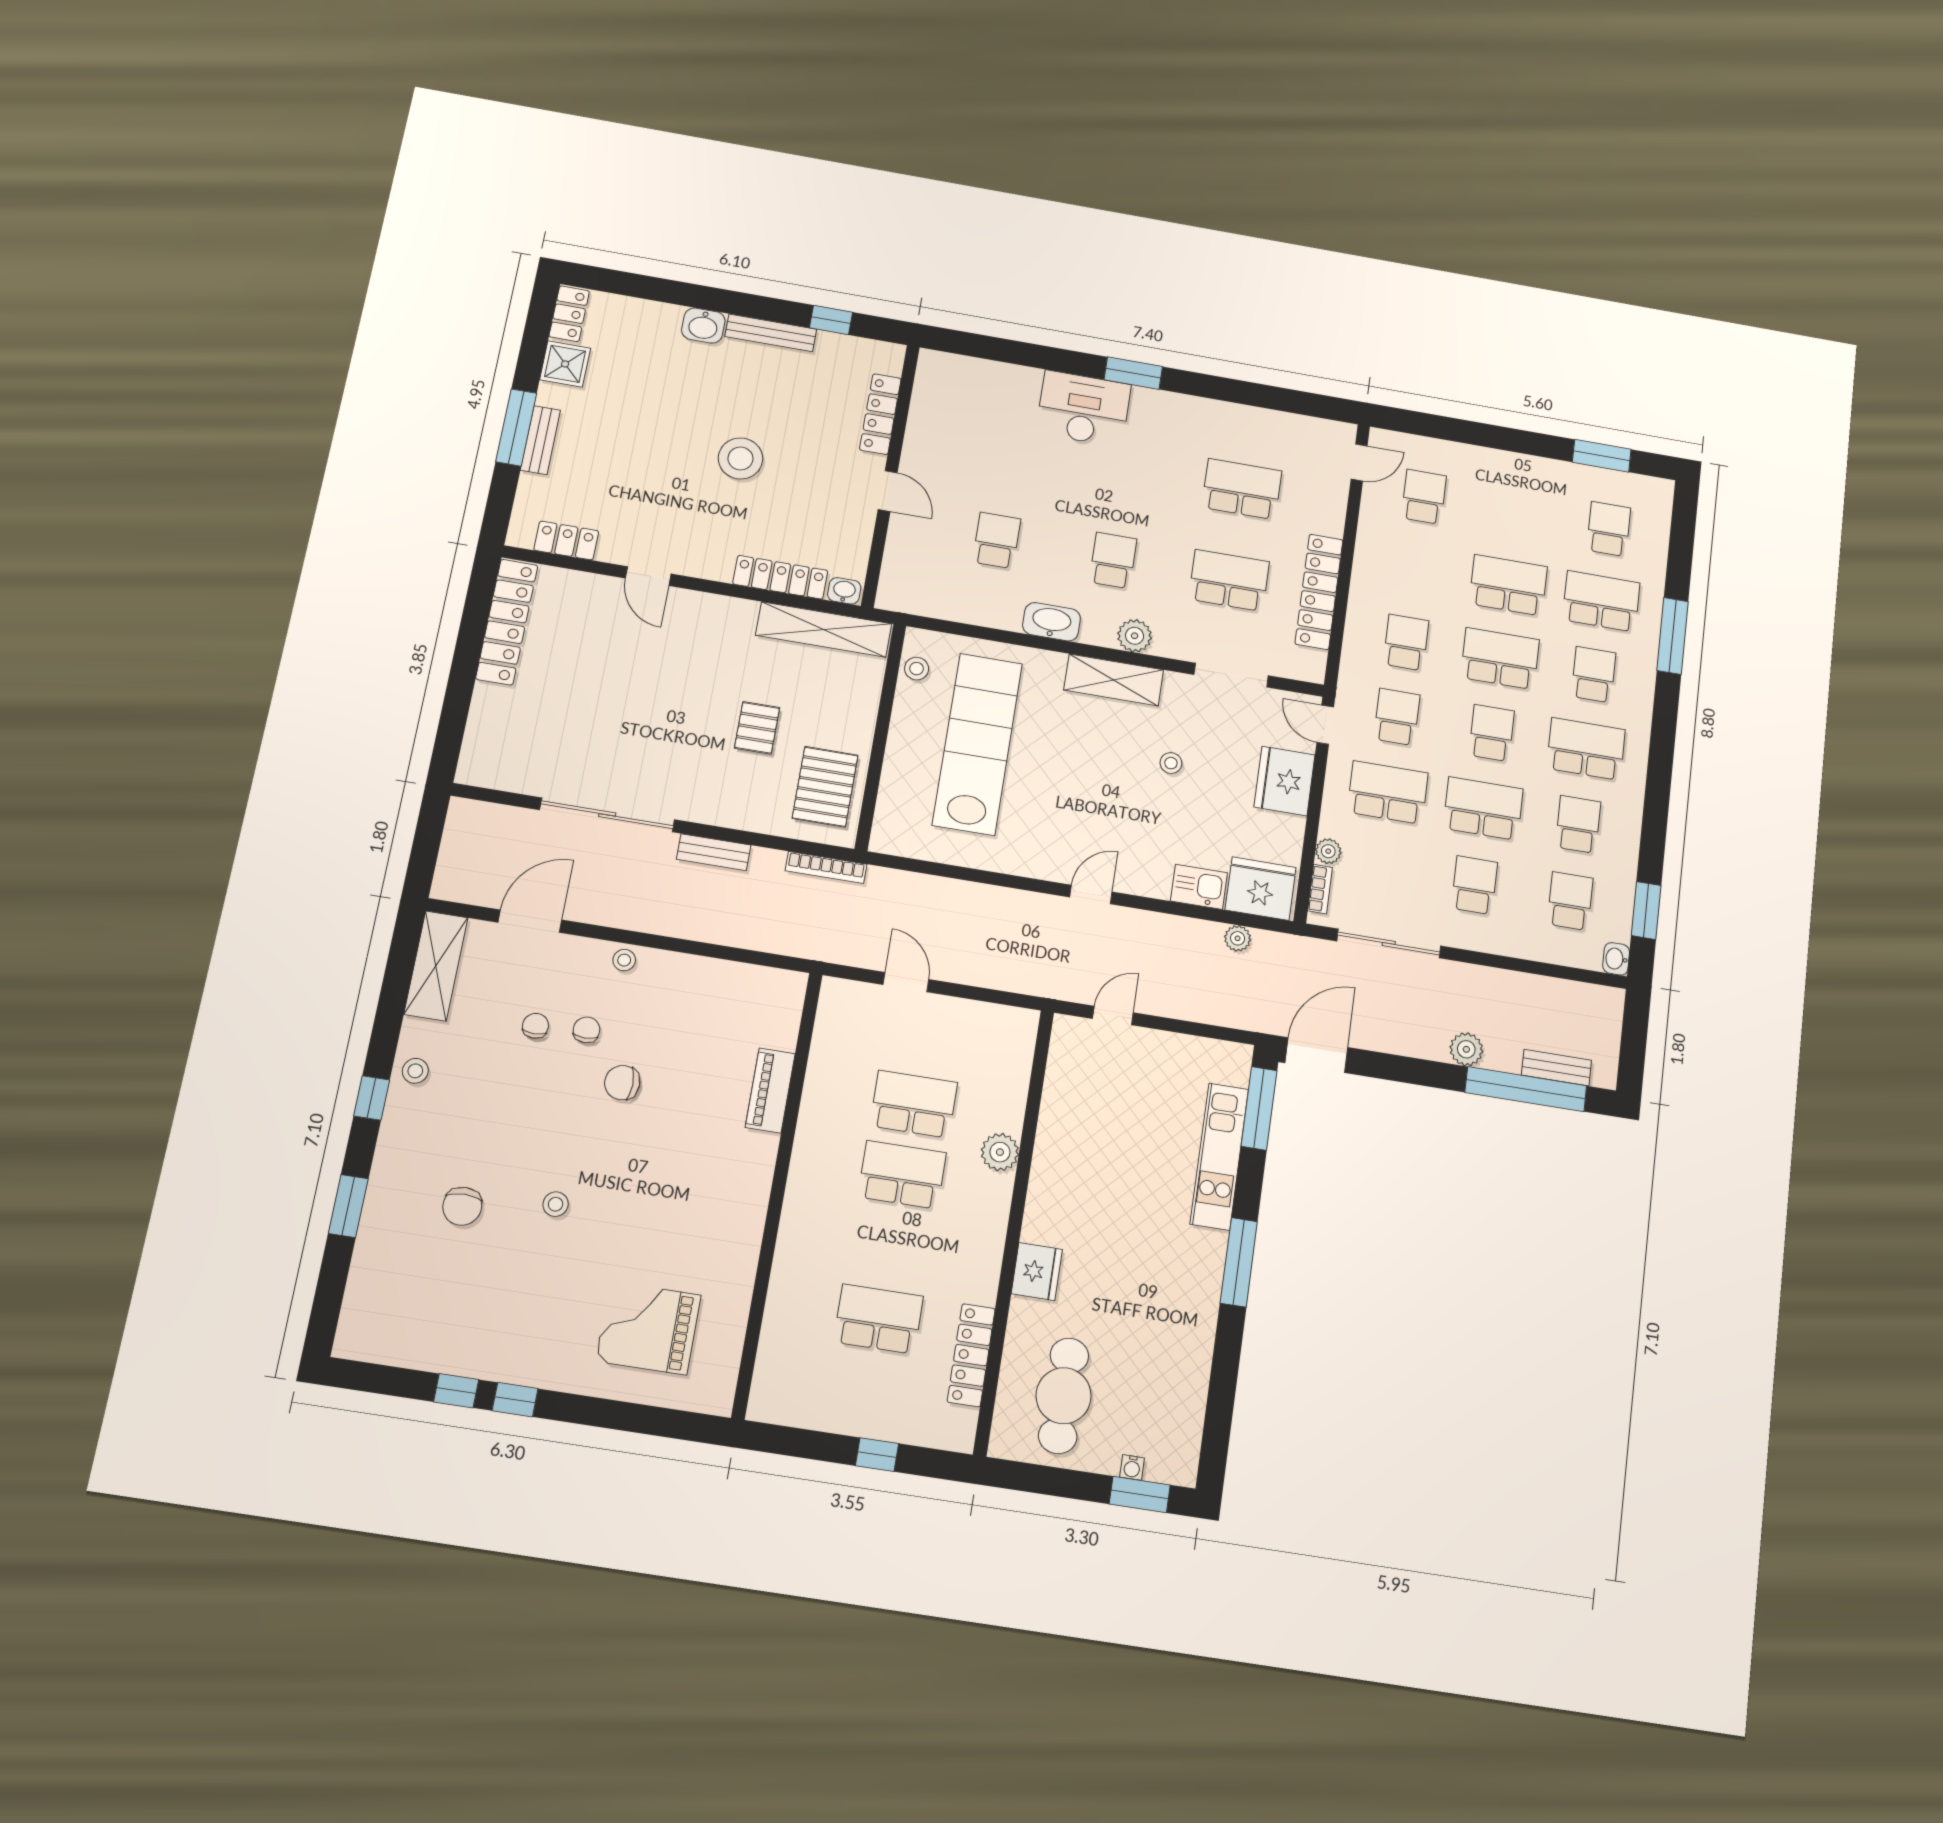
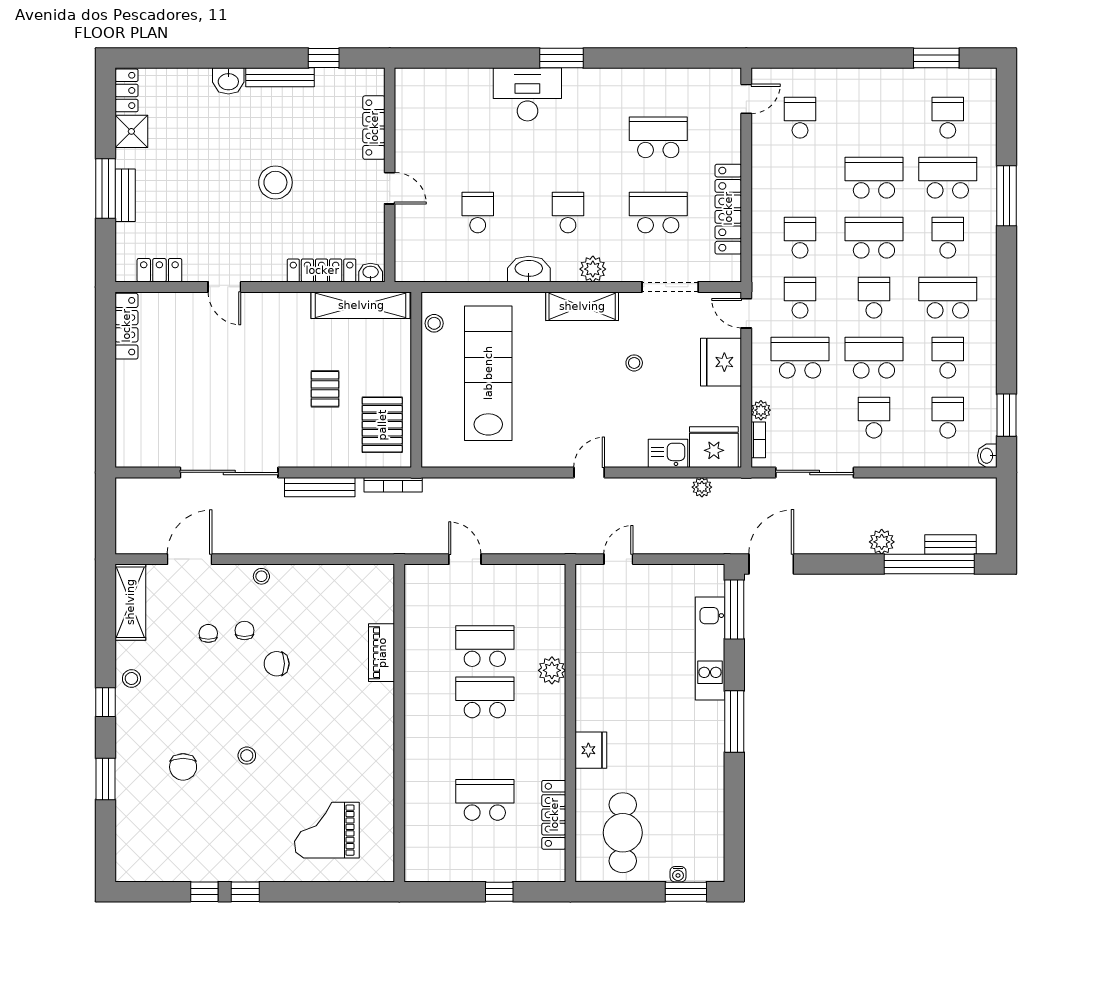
locker: (507, 622) -> (126, 326), width x0.71, depth x0.83
bench: (714, 852) -> (320, 487), width x1.36

